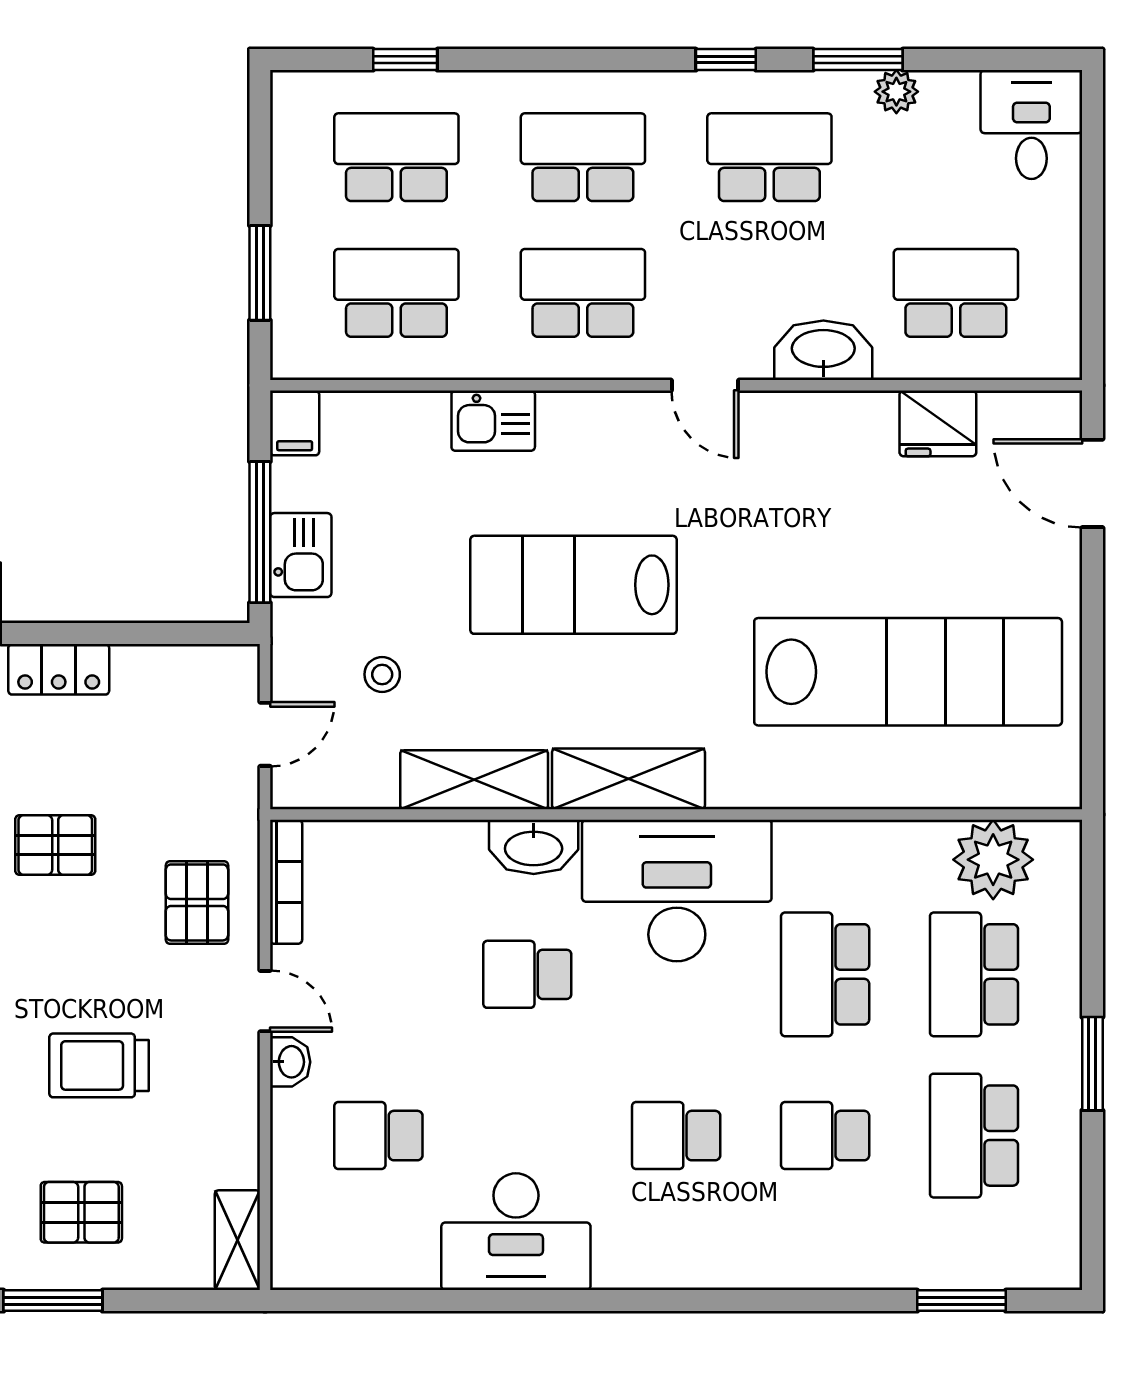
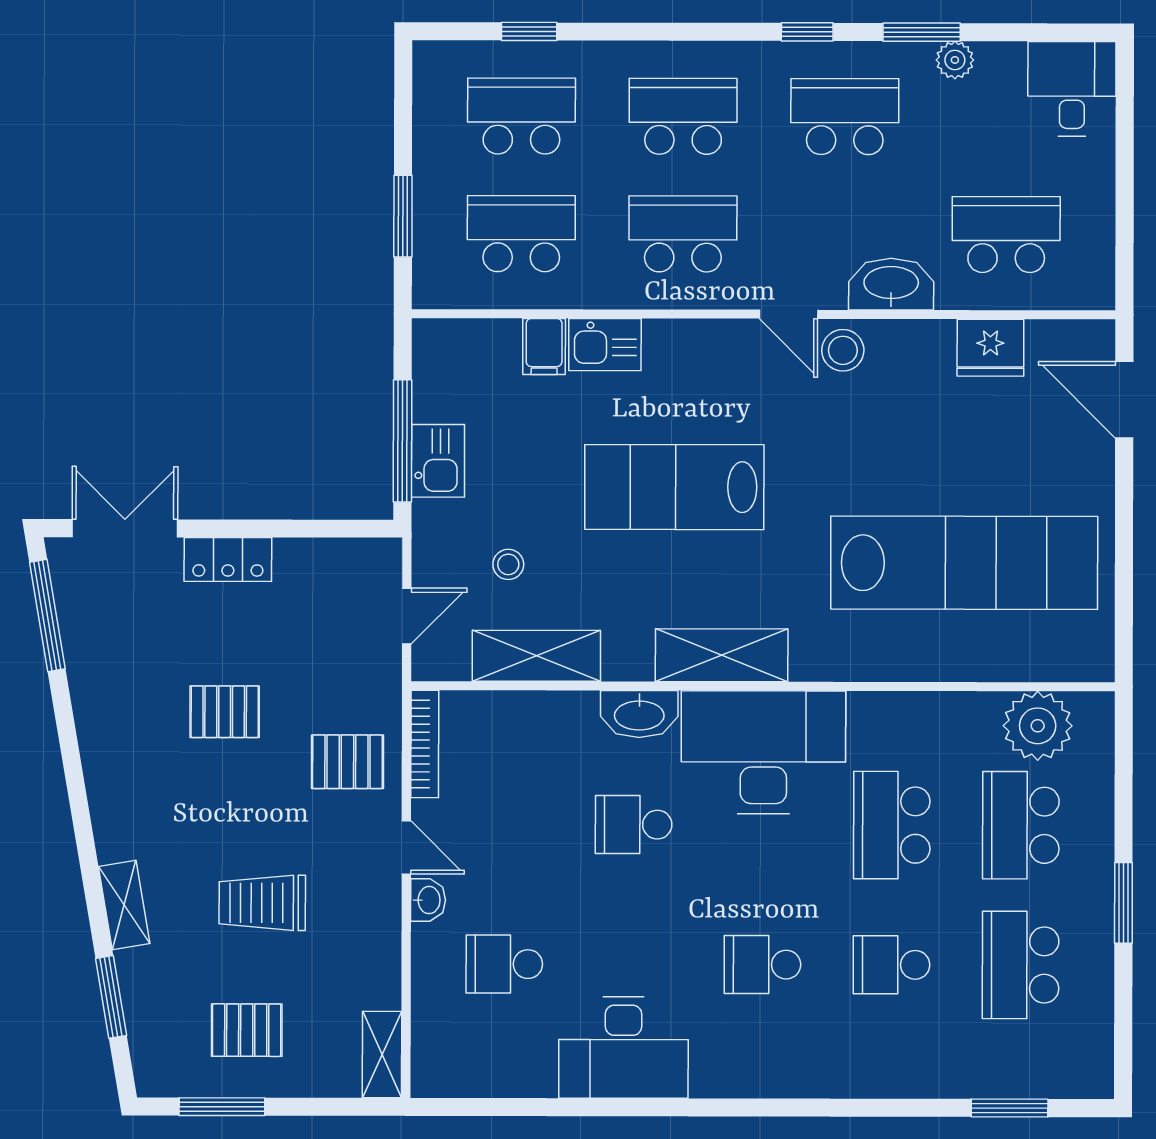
filing cabinet: (295, 423) -> (544, 346), moved
stool: (768, 427) -> (843, 350), added
shelving: (474, 780) -> (536, 656), moved
pallet: (197, 902) -> (347, 762), turned 90

